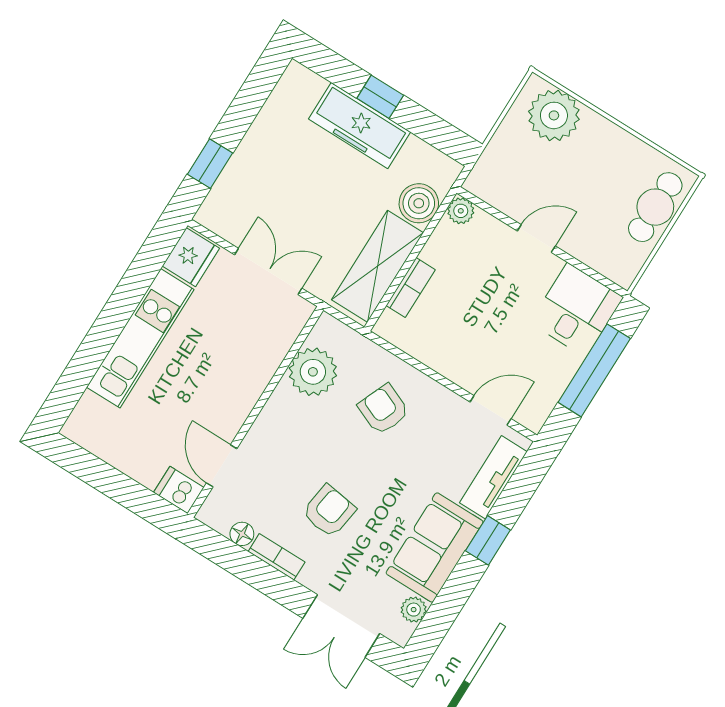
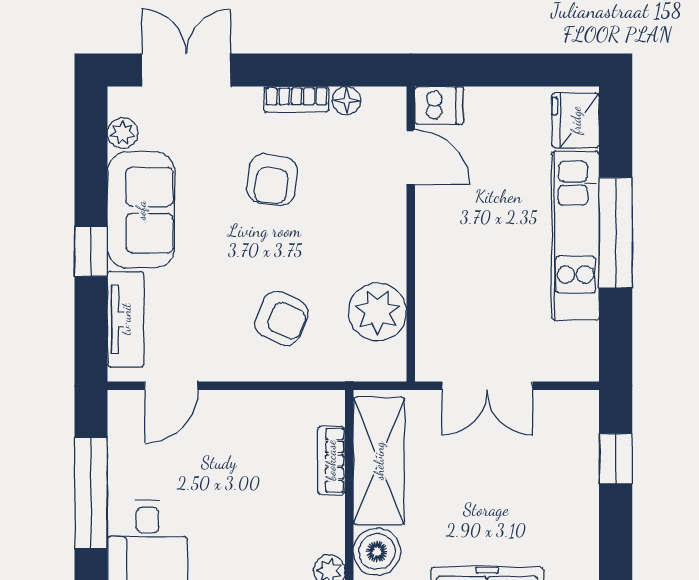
fridge: (191, 257) -> (576, 120), moved
window: (111, 323) -> (616, 233), added

